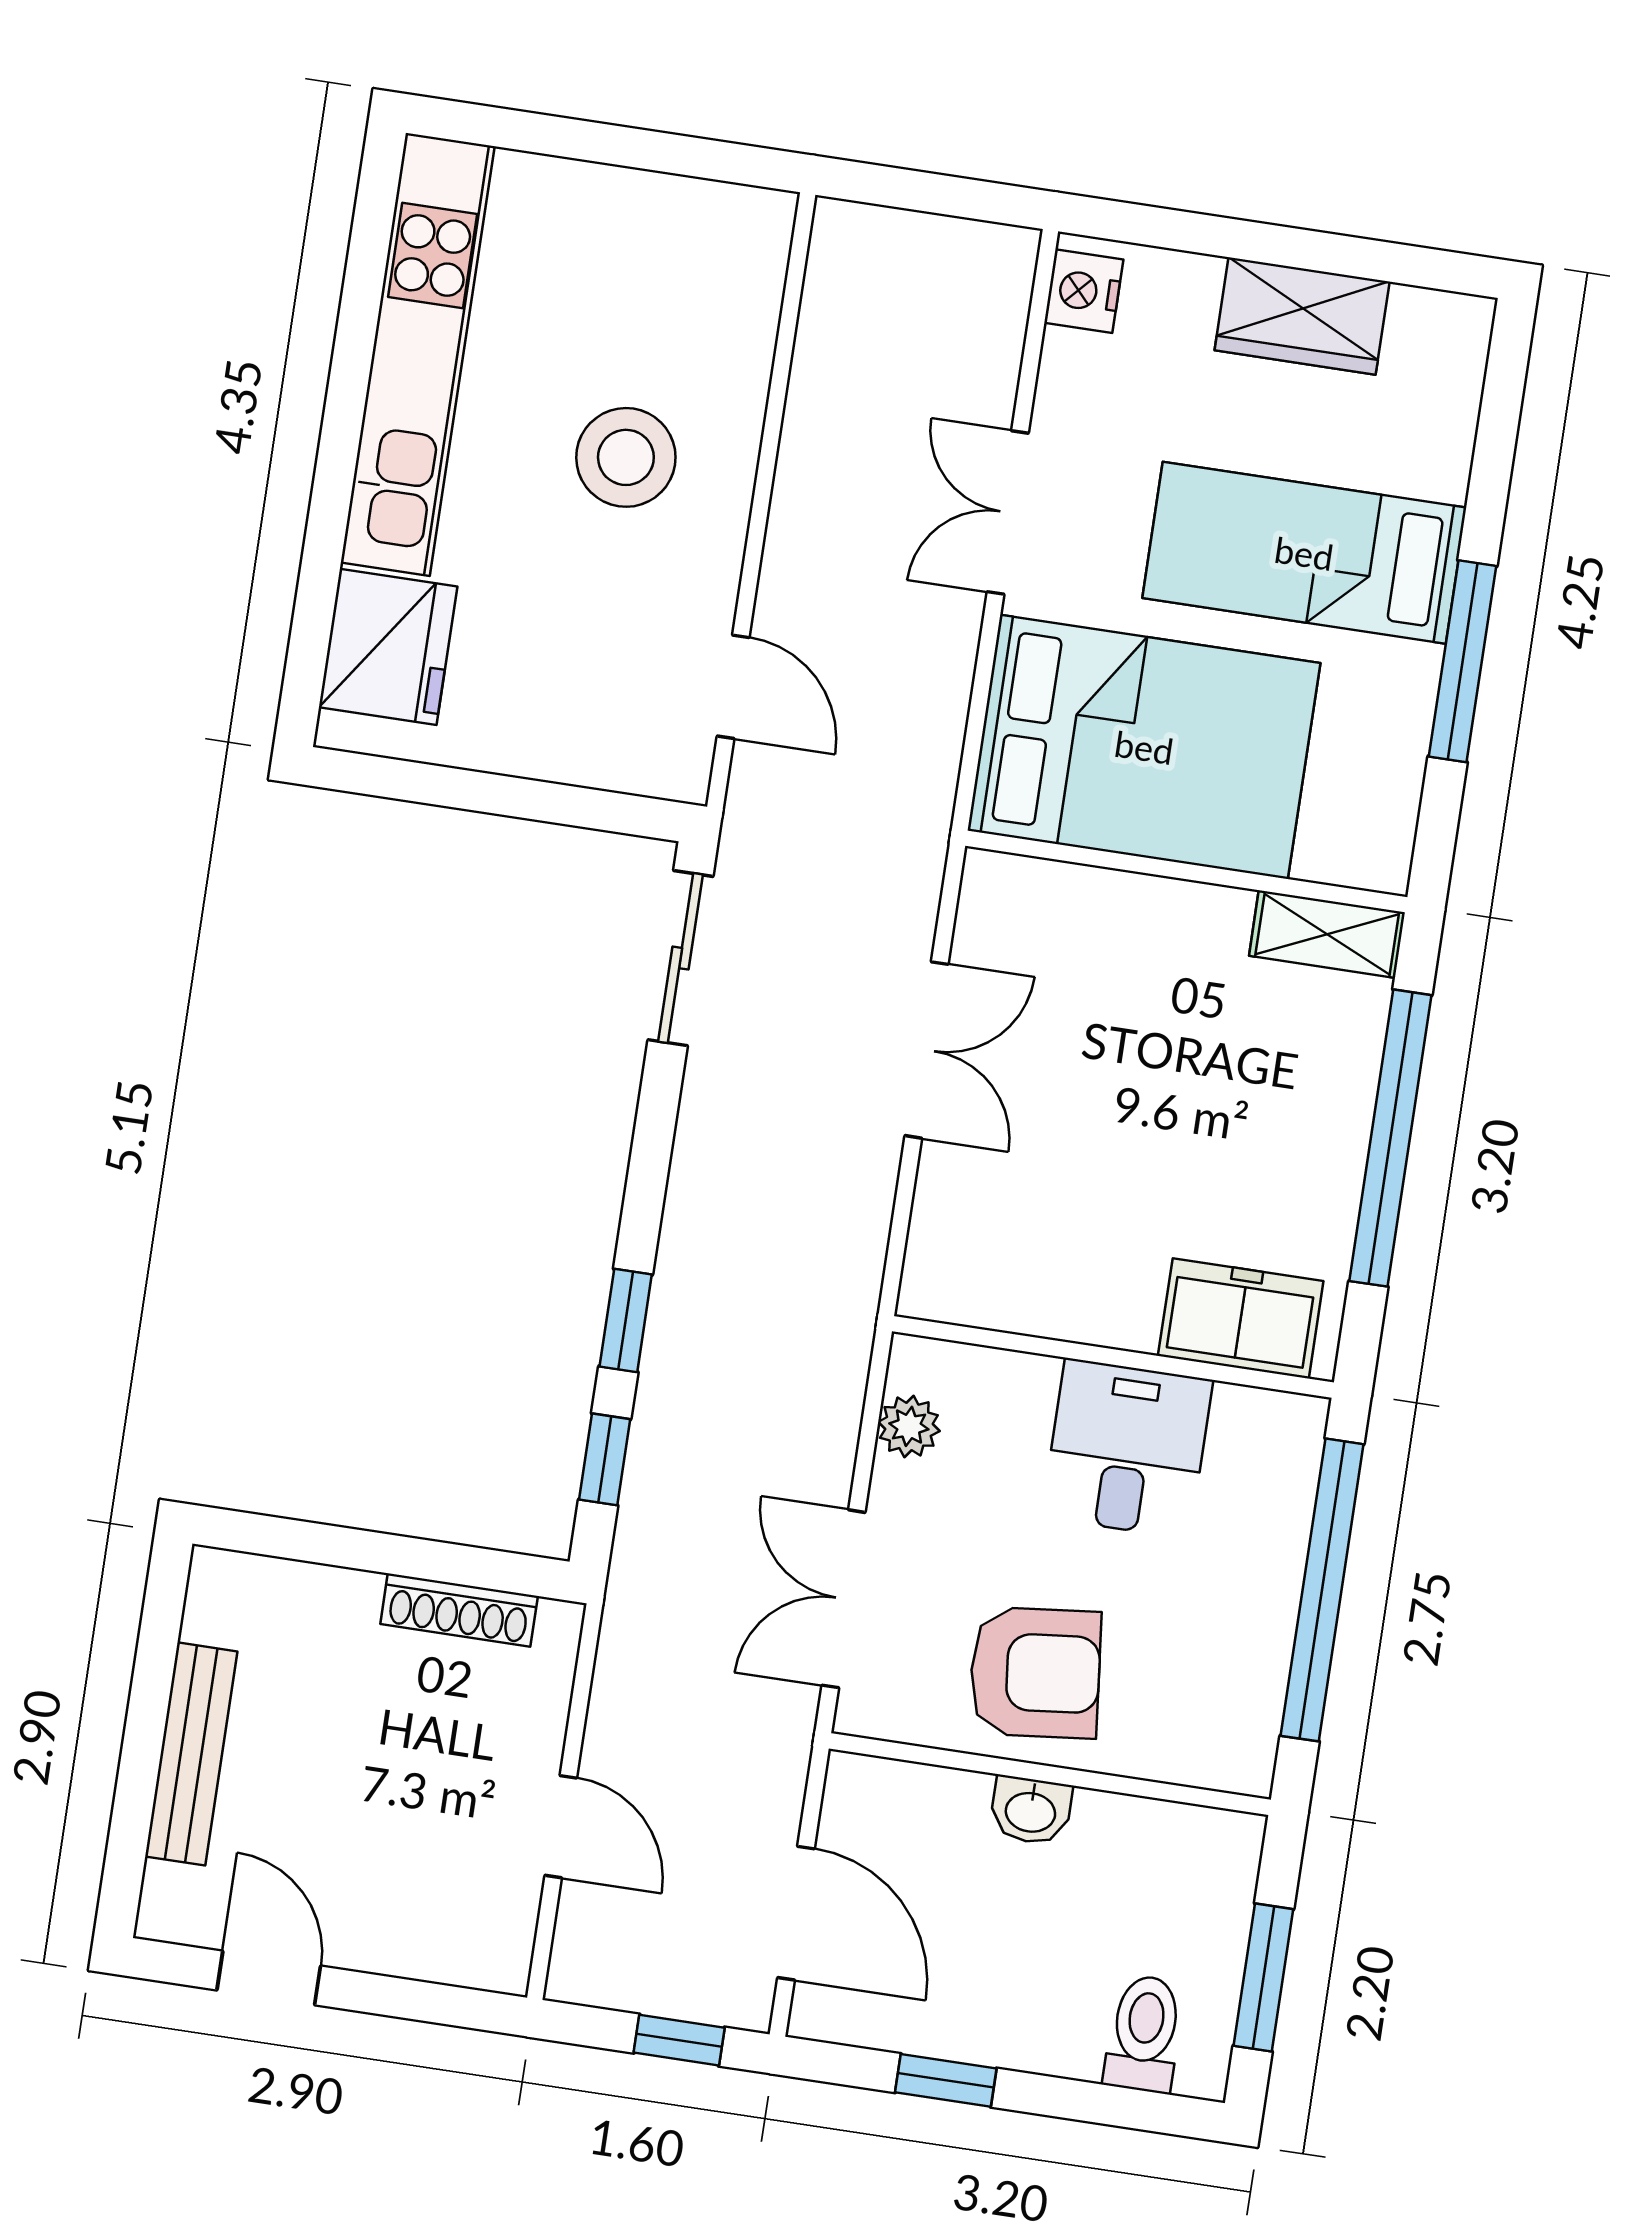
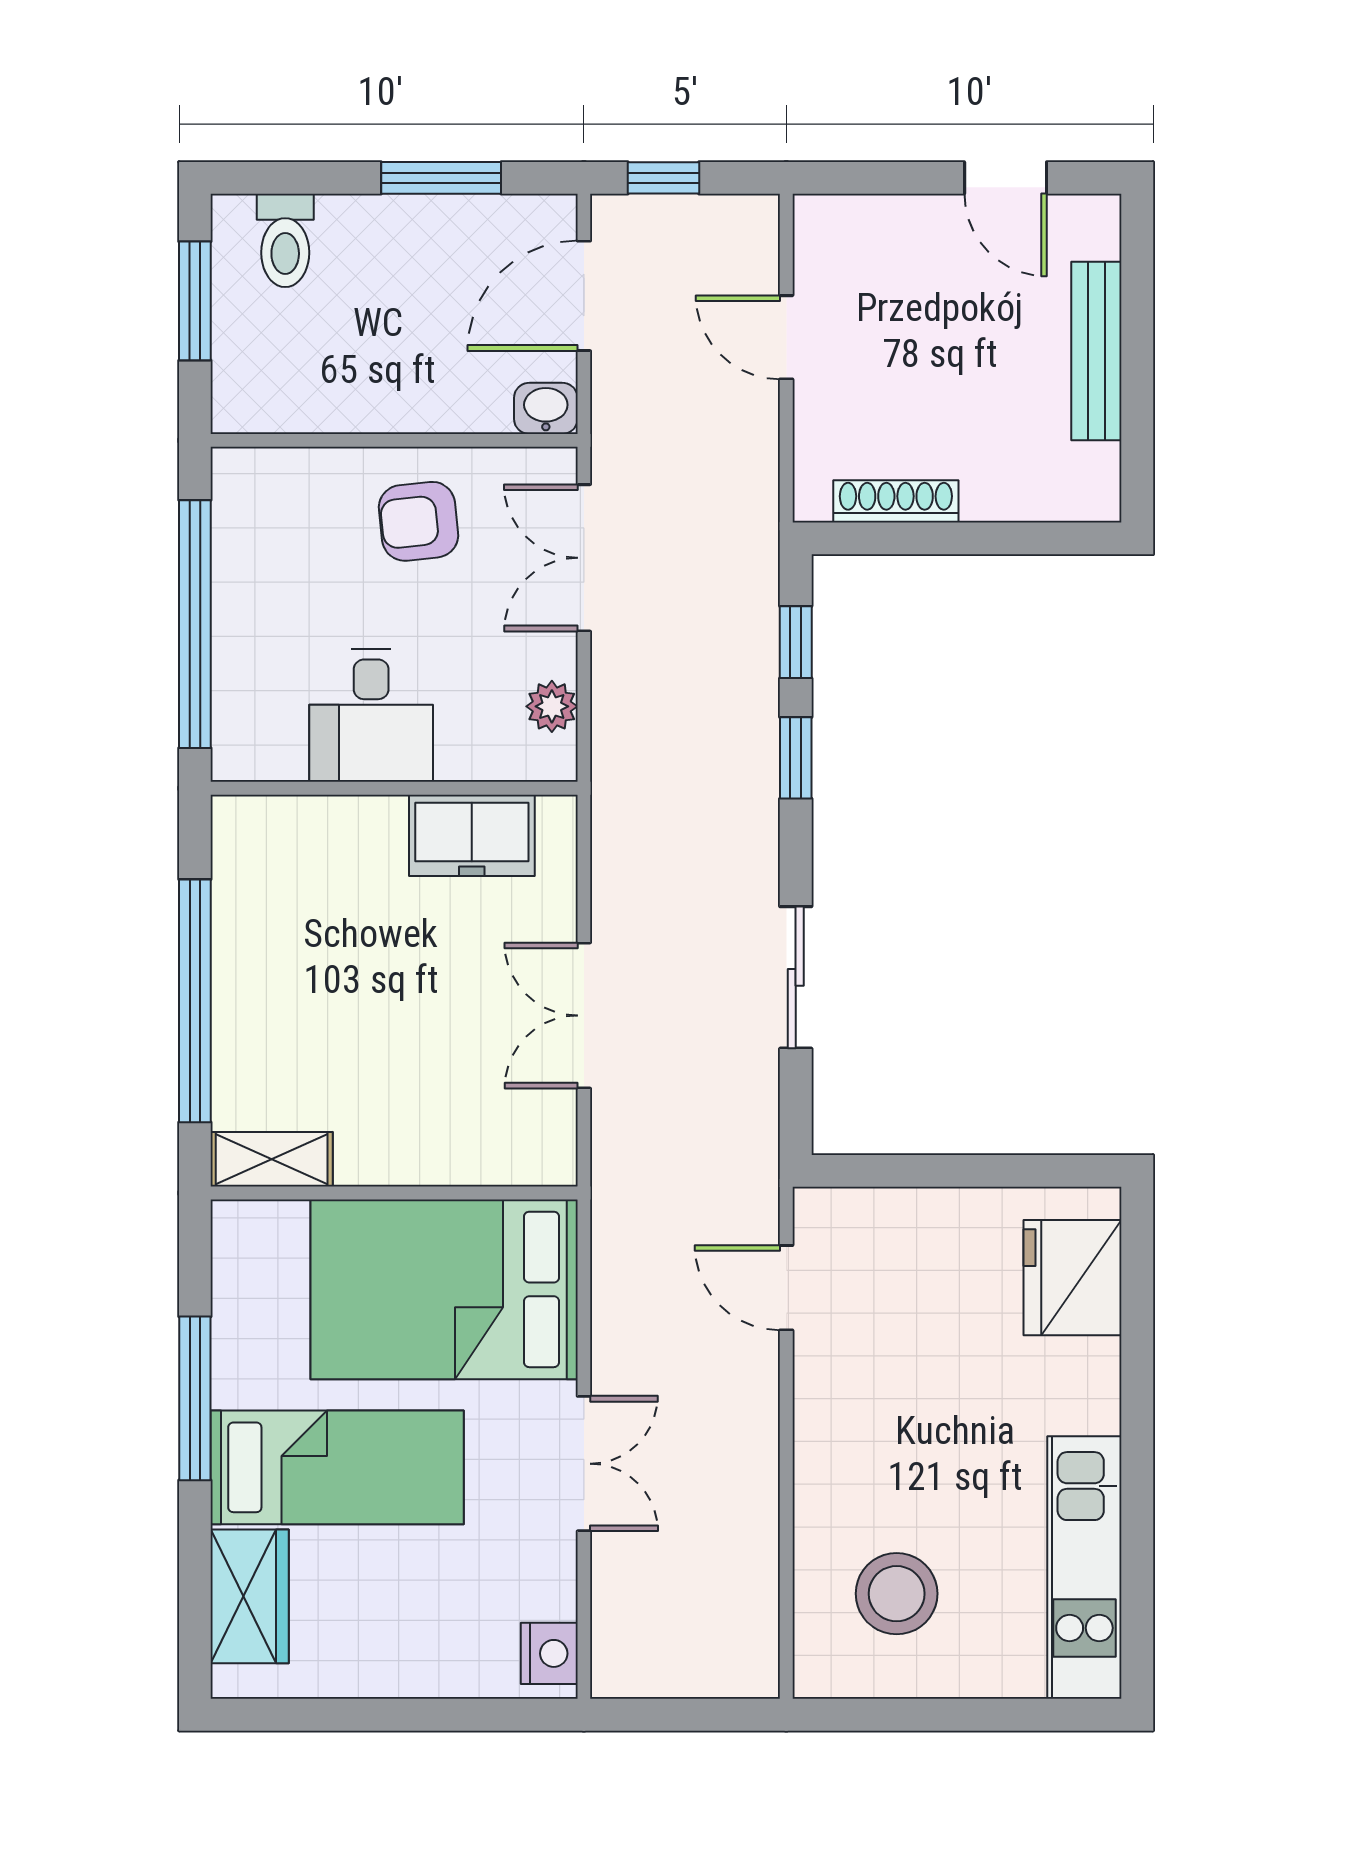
wardrobe: (1302, 316) -> (250, 1596), moved, turned 90
kitchen unit: (418, 354) -> (1084, 1568), width x0.73
stool: (626, 457) -> (897, 1594), moved
sliding door: (680, 958) -> (796, 977), moved
freezer: (1241, 1318) -> (472, 835), moved
double door: (844, 1599) -> (584, 558), swing flipped
armchair: (1035, 1673) -> (419, 521), width x0.72, depth x0.72
washbasin: (1031, 1810) -> (546, 408), moved
door: (796, 1913) -> (584, 296), hinge flipped
window: (946, 2080) -> (441, 178), width x1.50

